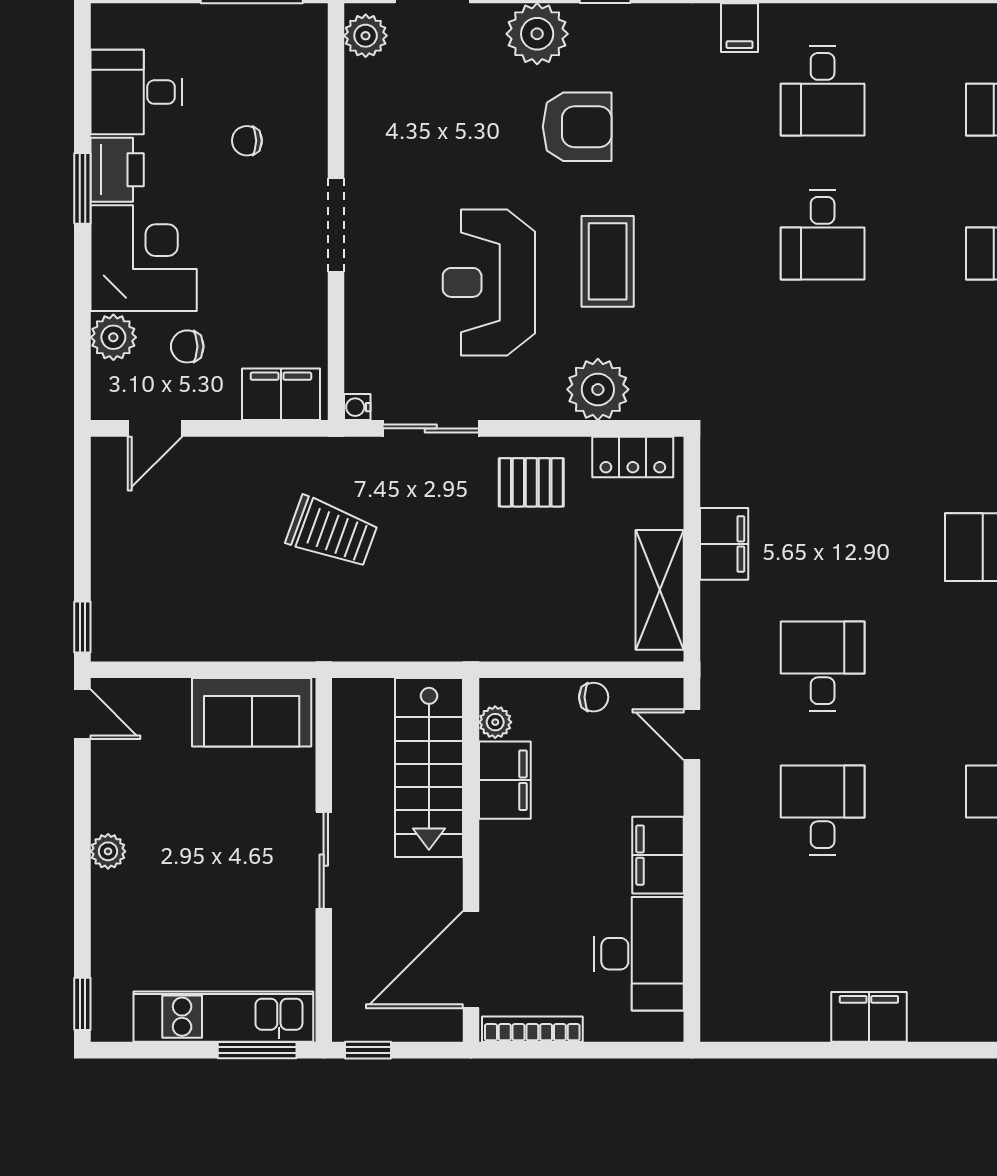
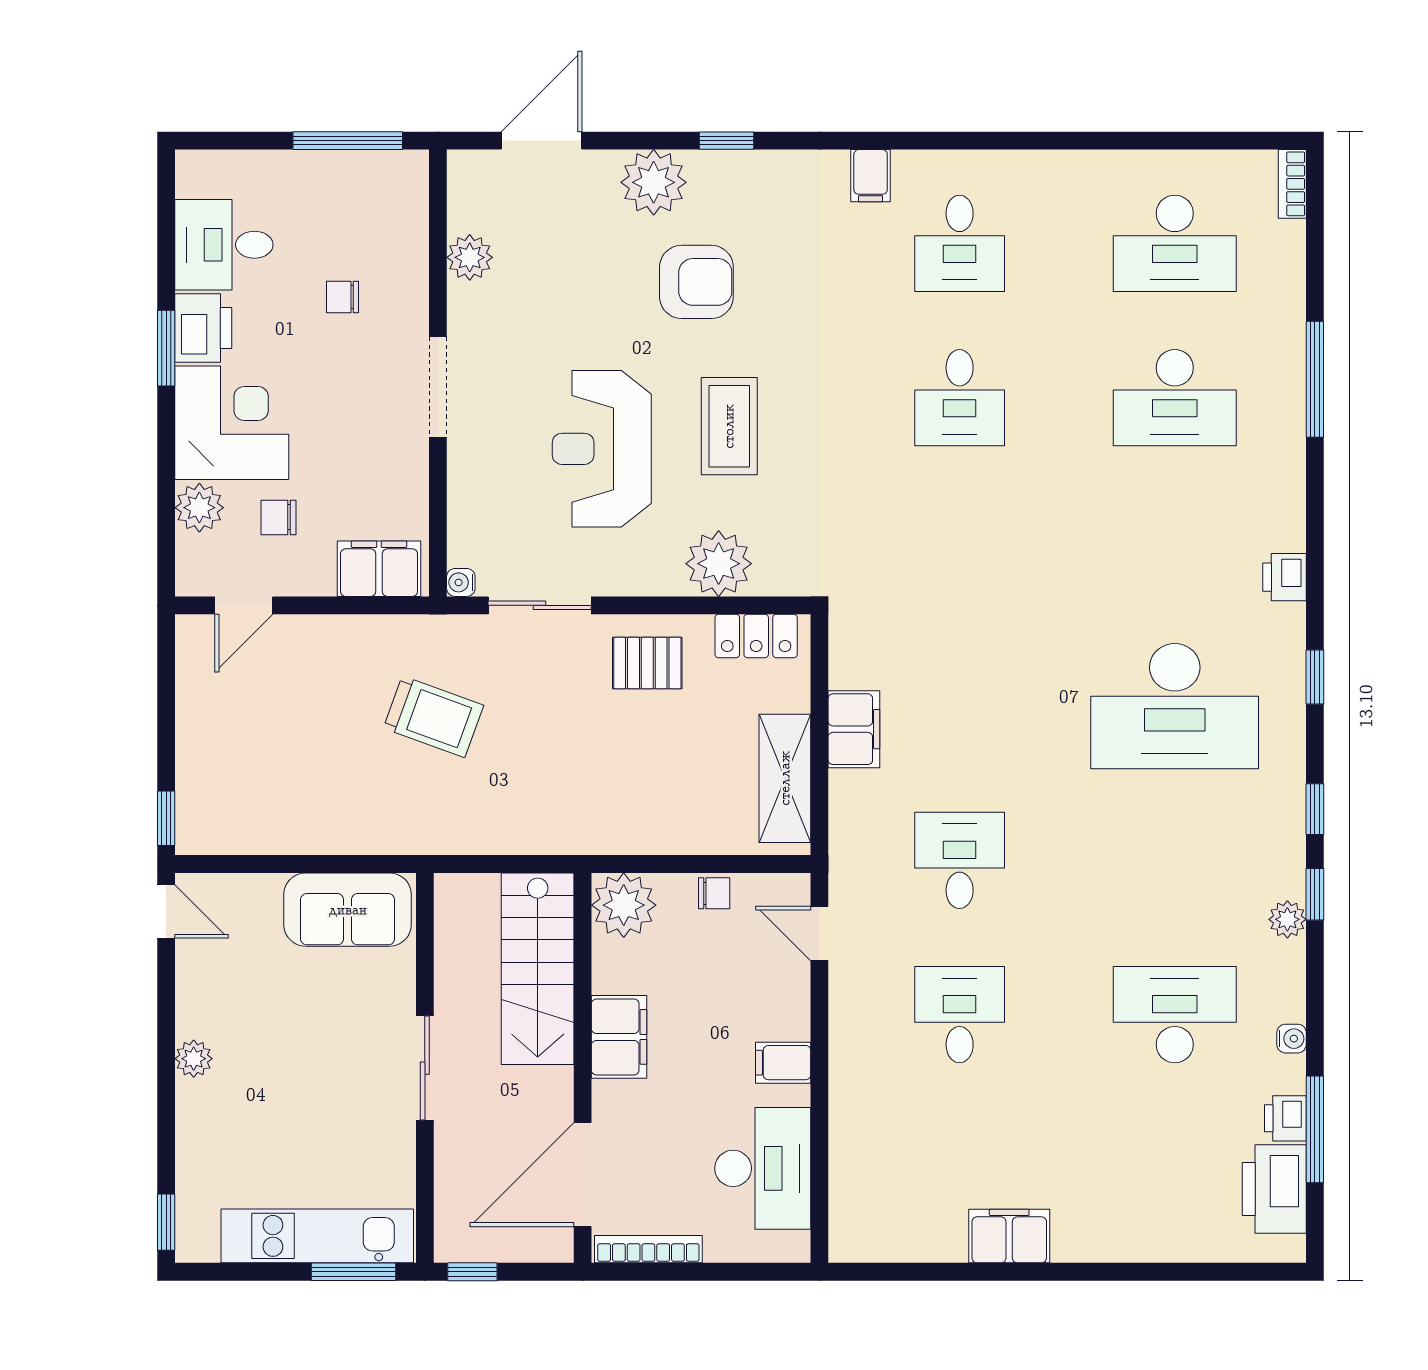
plant: (366, 36) -> (470, 257), moved
plant: (495, 722) -> (624, 905), width x1.87, depth x1.87
filing cabinet: (505, 780) -> (619, 1037), moved
filing cabinet: (658, 855) -> (783, 1063), width x0.50

